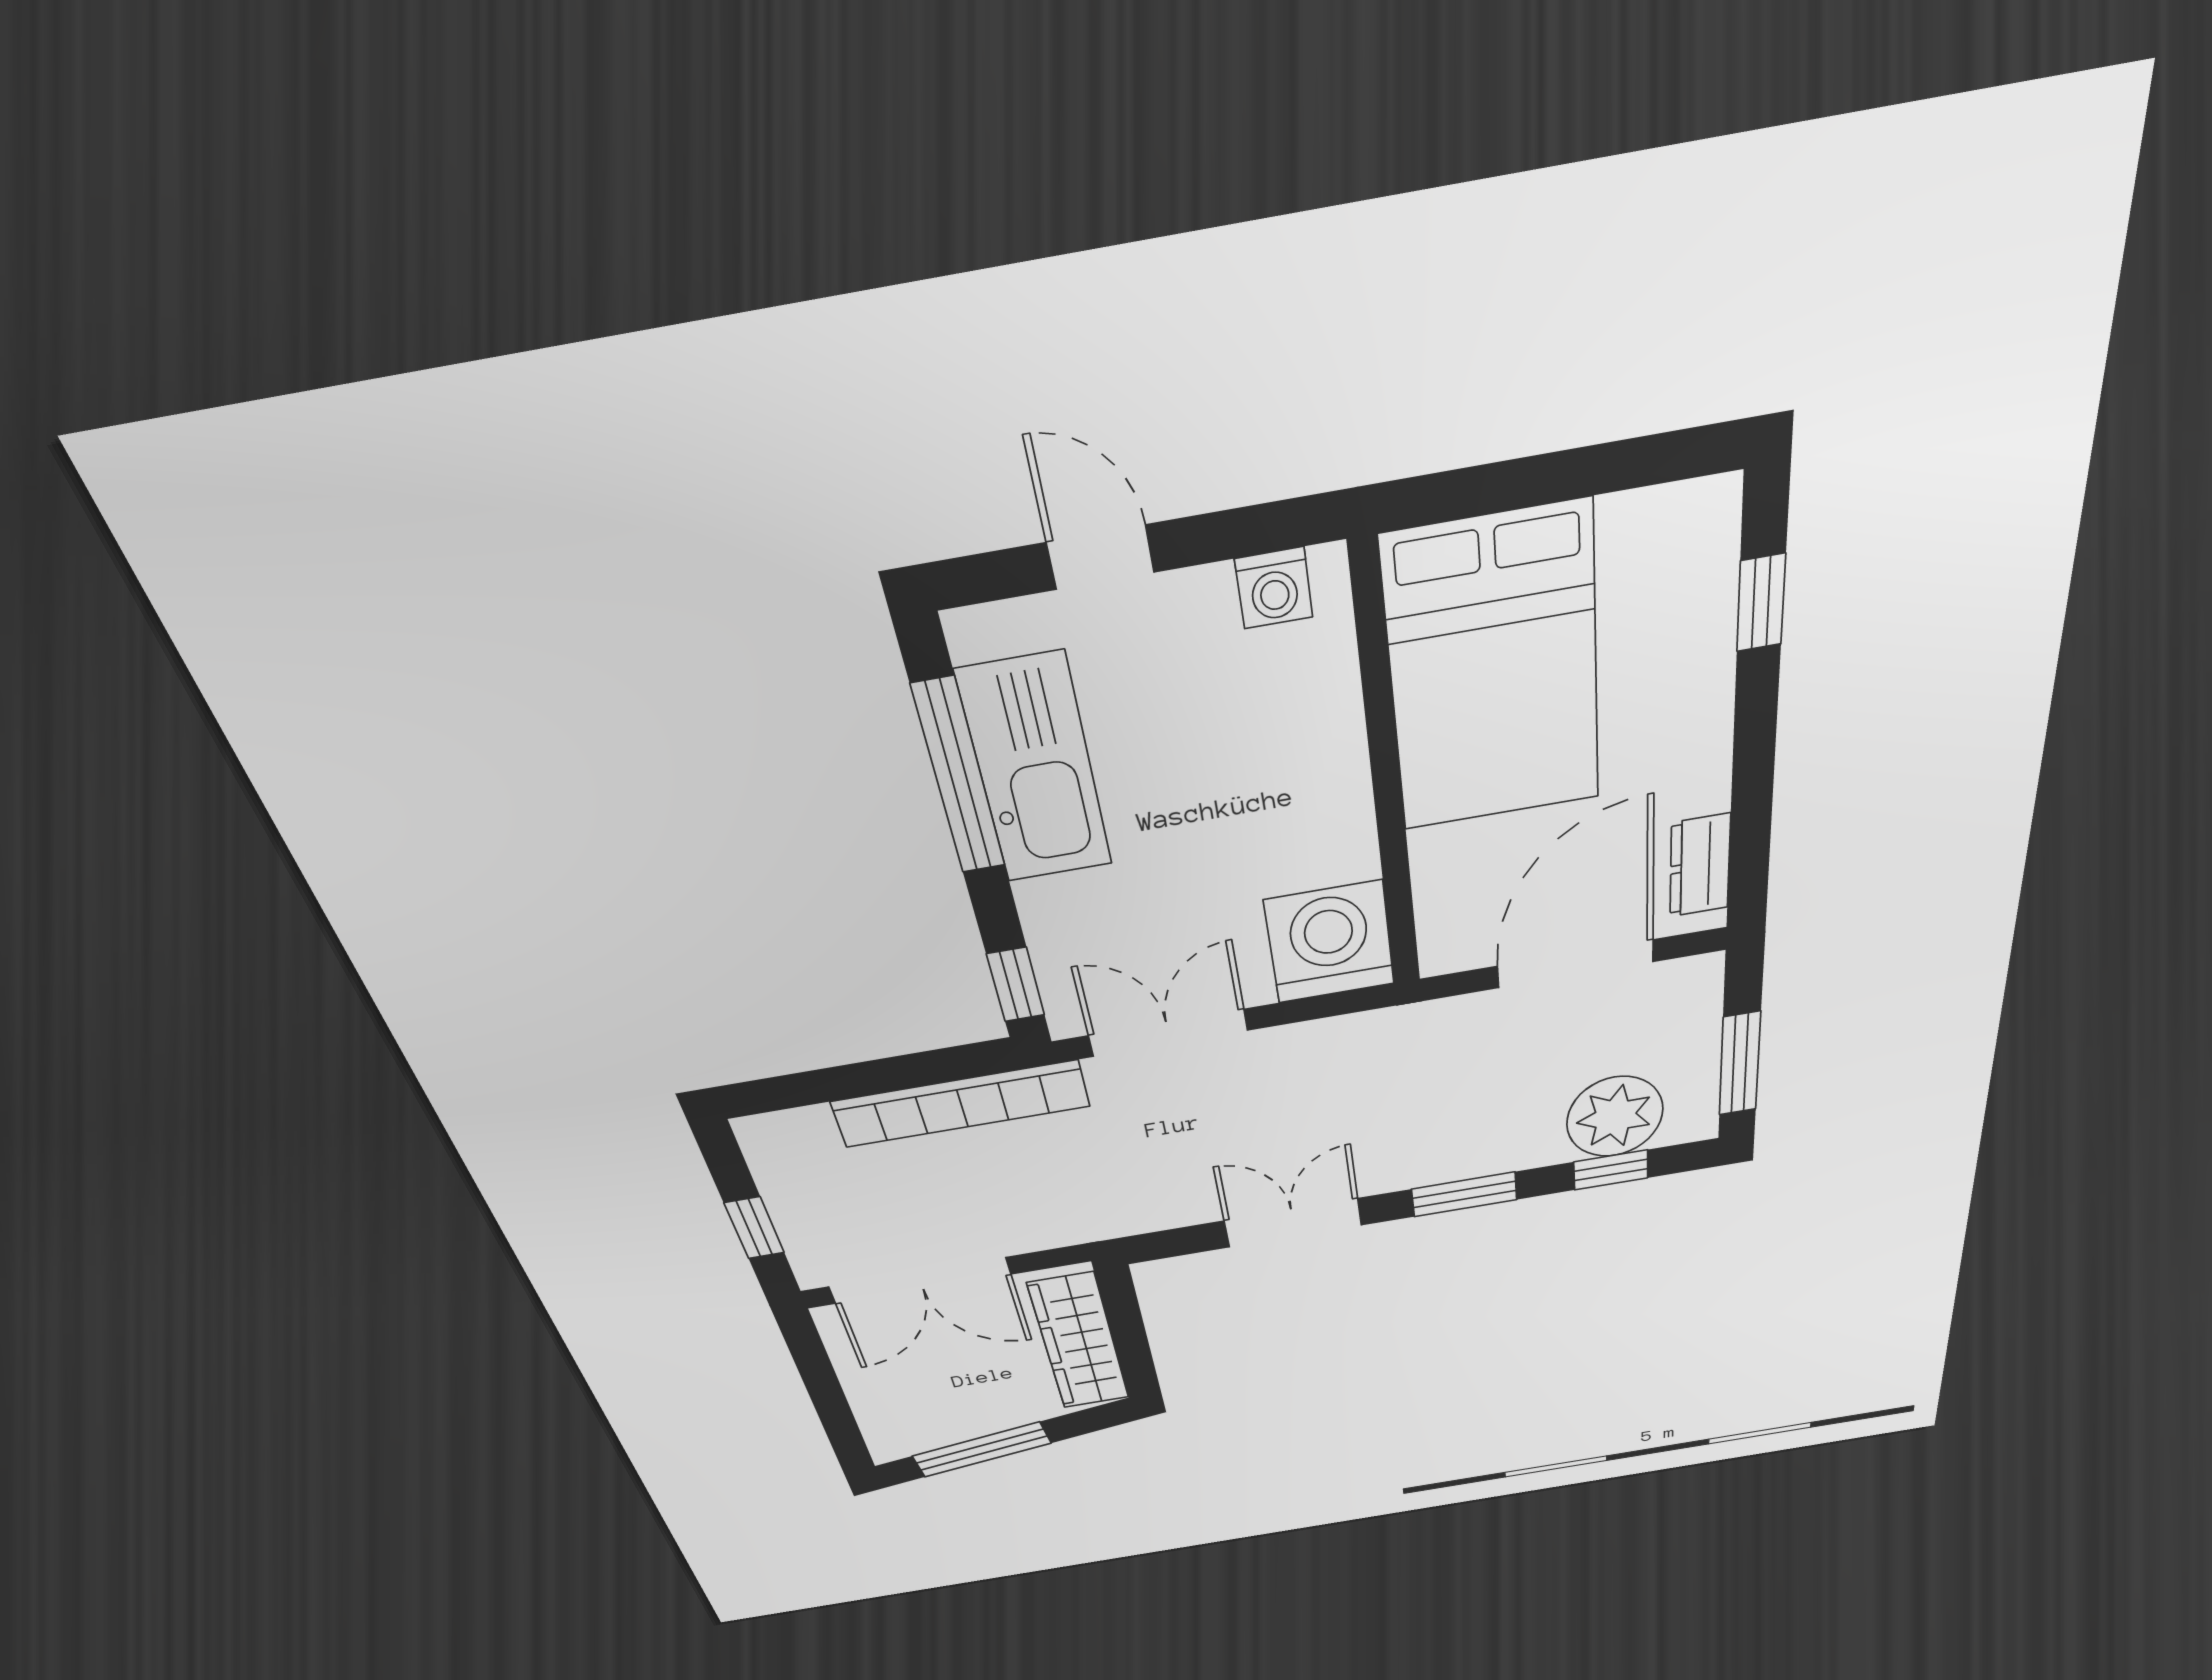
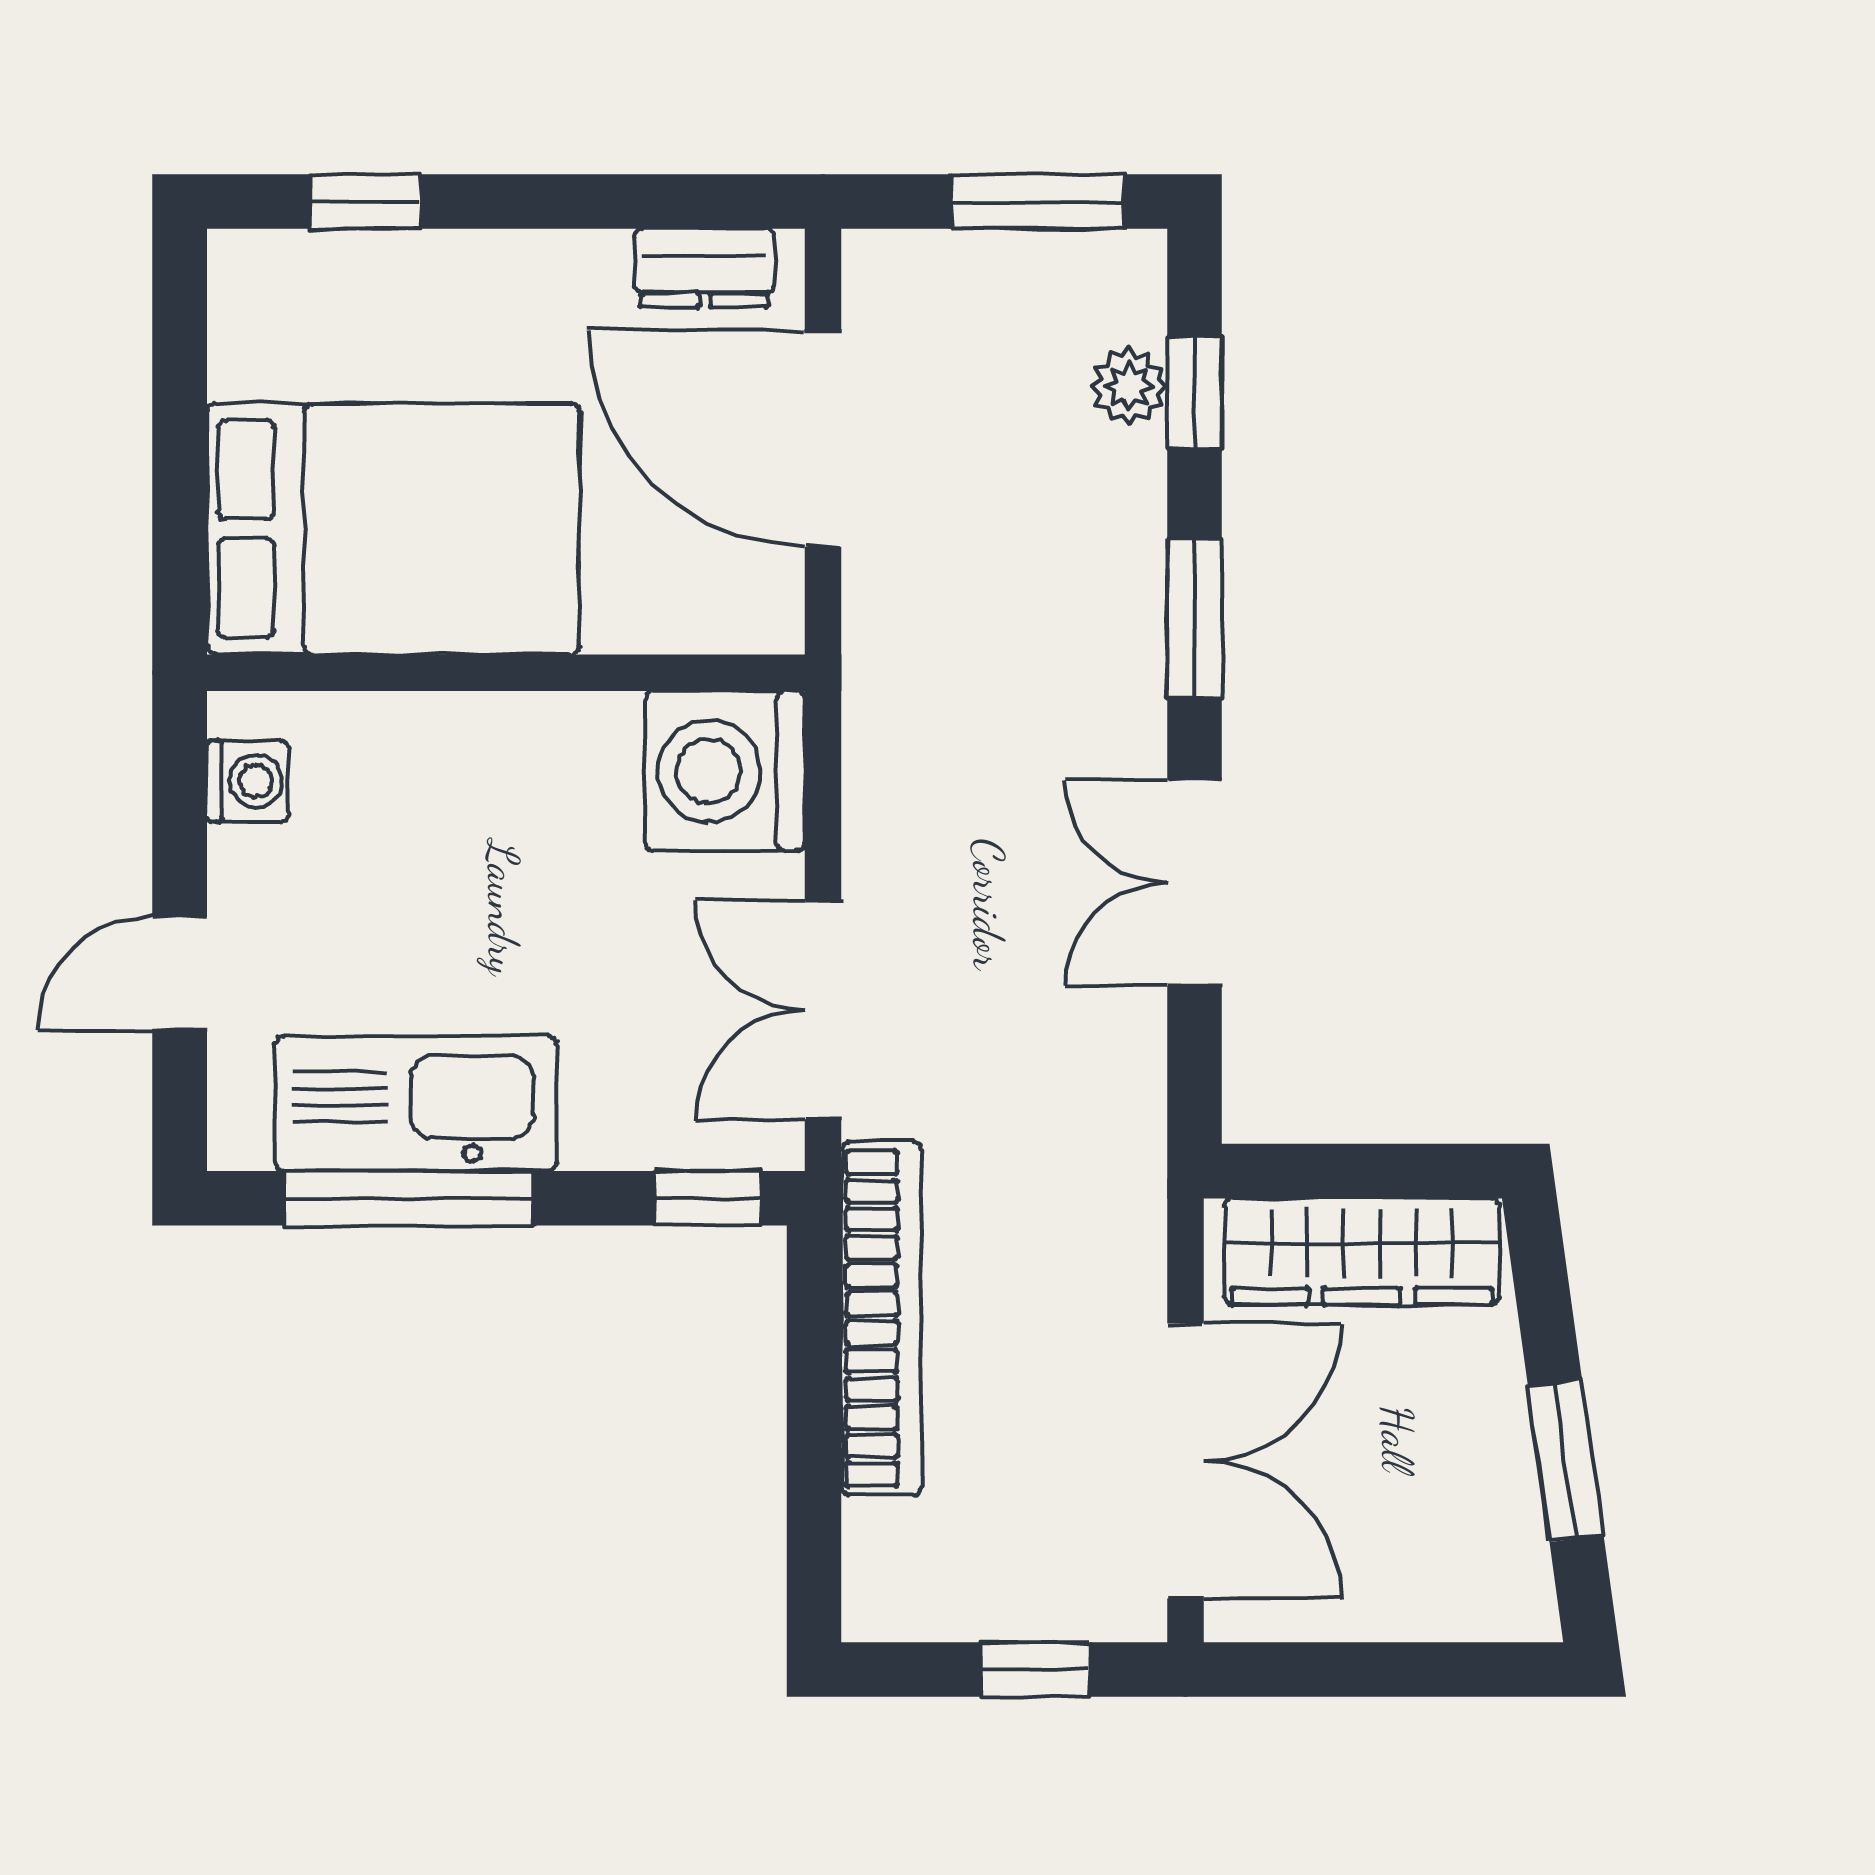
plant: (1615, 1117) -> (1129, 386), width x0.53, depth x0.53
window: (982, 1450) -> (1566, 1461), width x0.69

